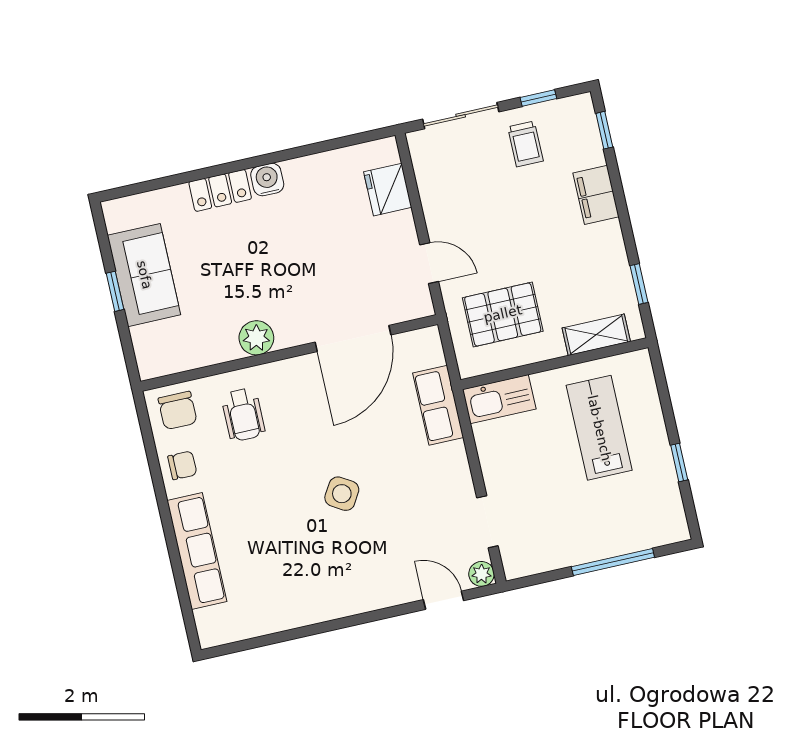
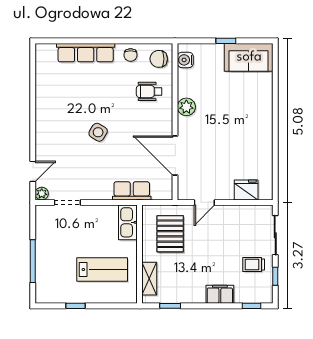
water cooler: (267, 180) -> (185, 60), moved, turned 180
locker: (220, 190) -> (265, 105), removed
sofa: (144, 275) -> (249, 57), moved

